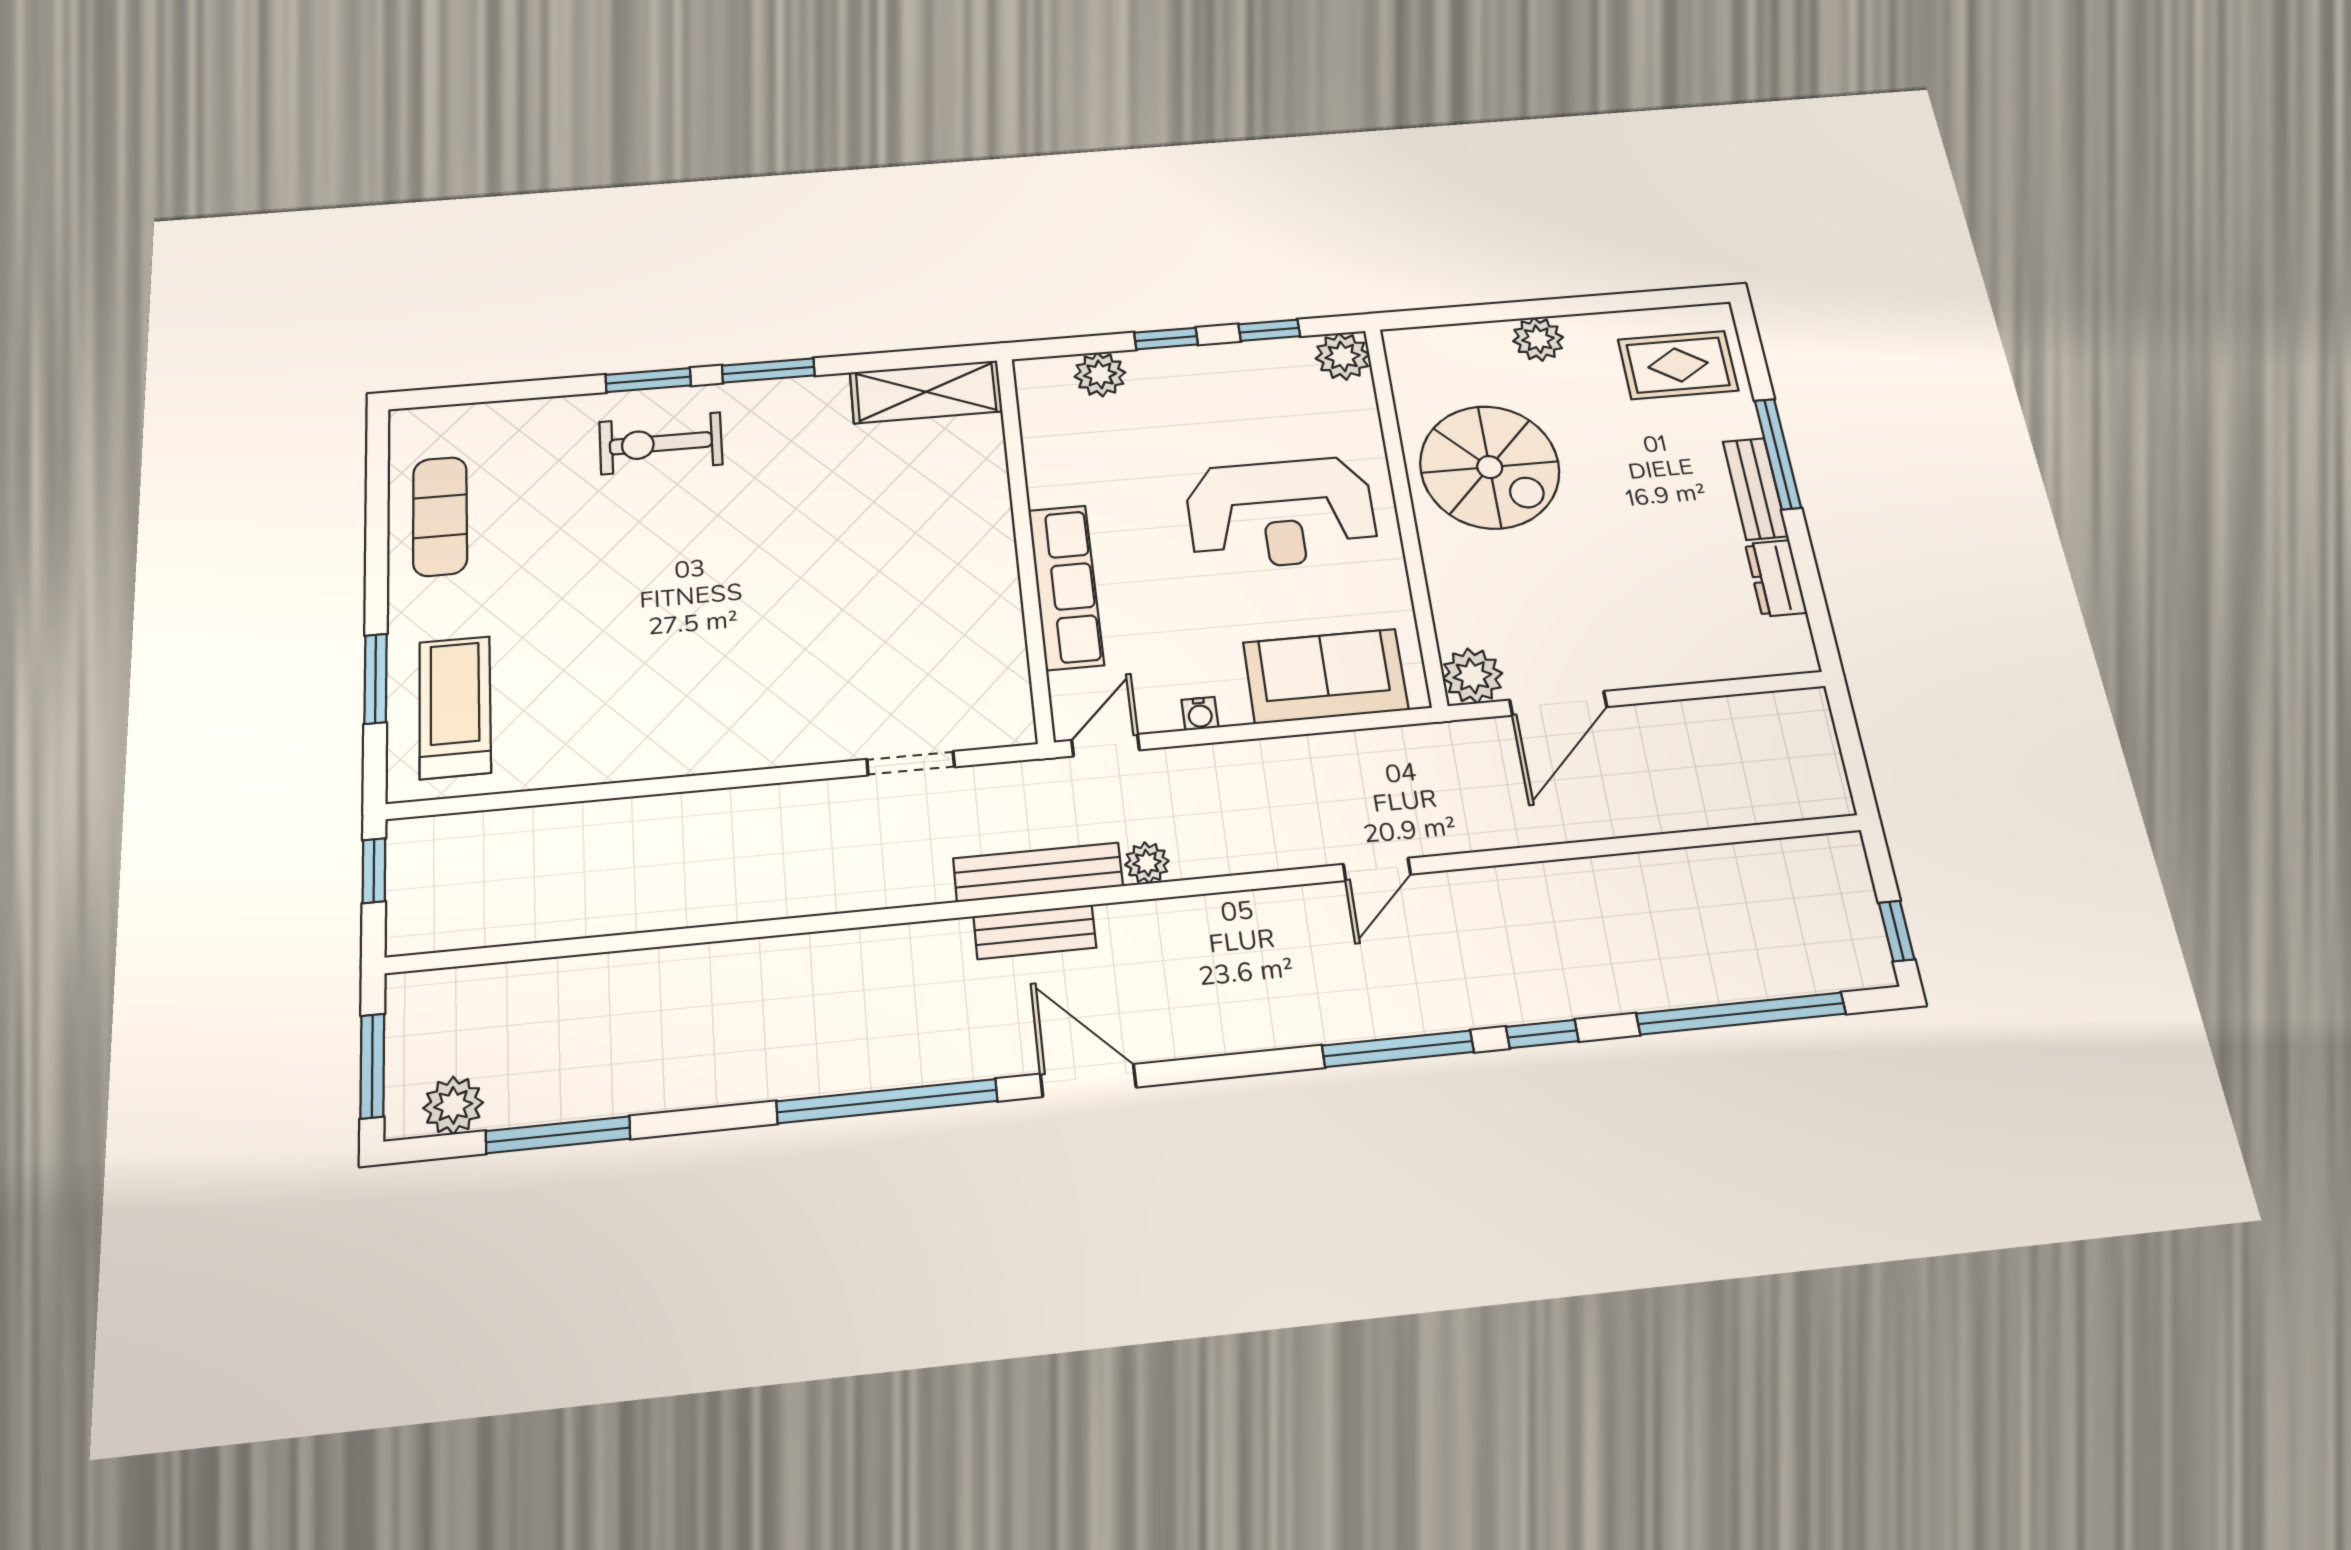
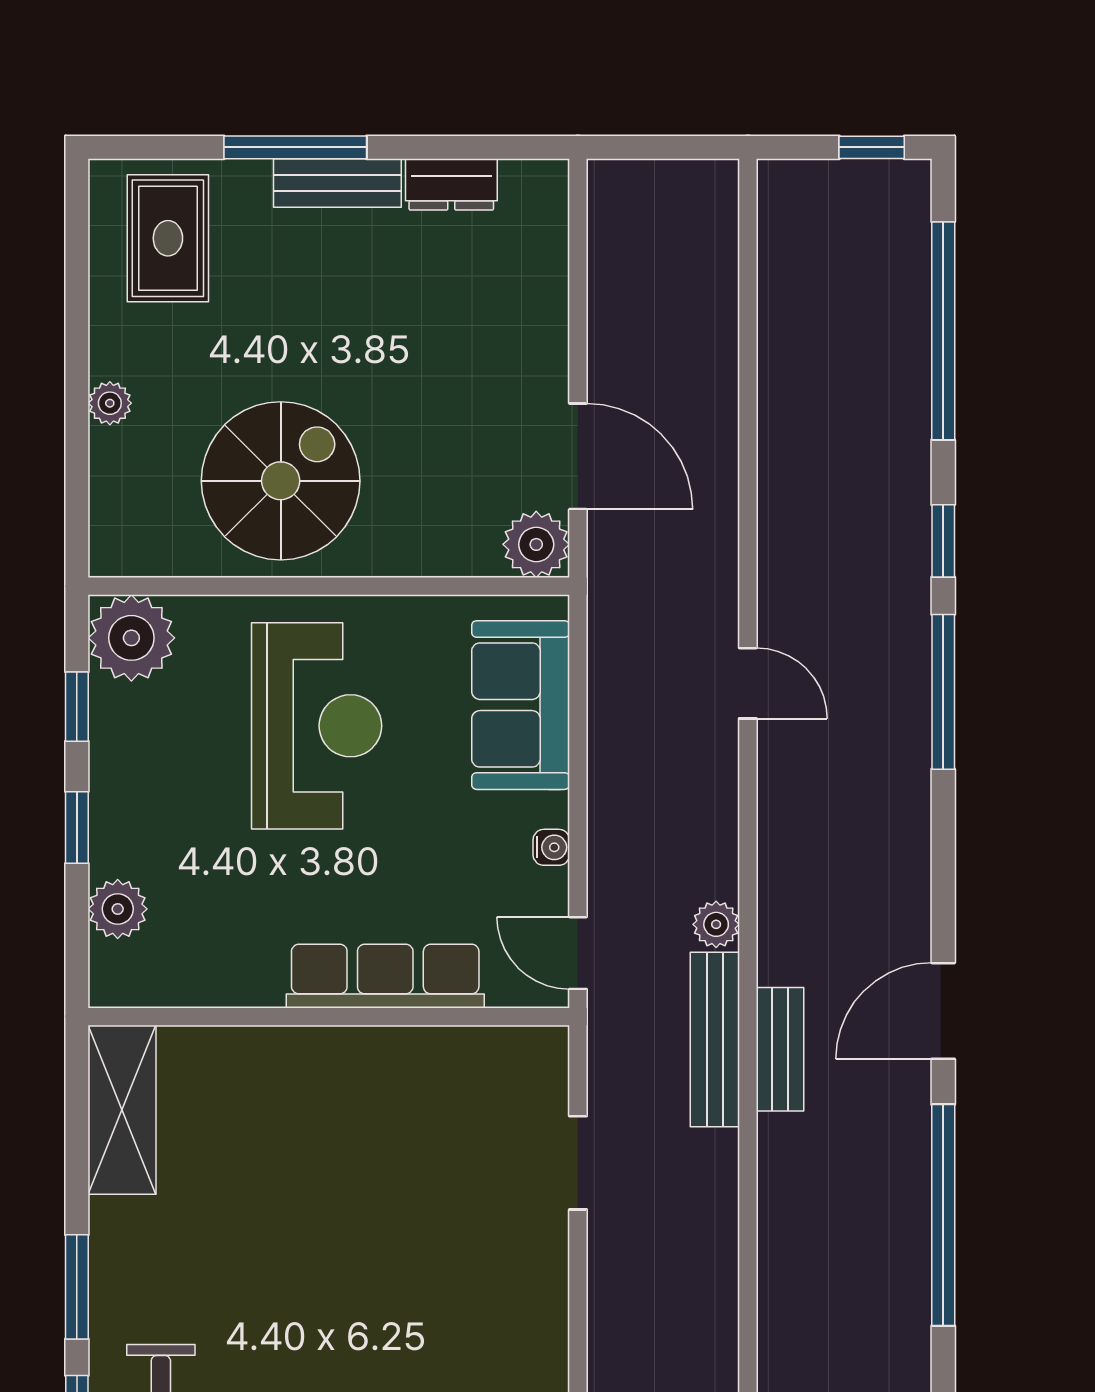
plant: (1538, 339) -> (110, 403), width x0.73, depth x0.73
plant: (1343, 356) -> (131, 638), width x1.36, depth x1.36

